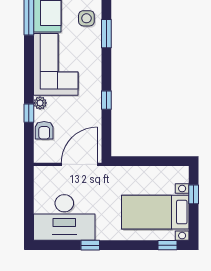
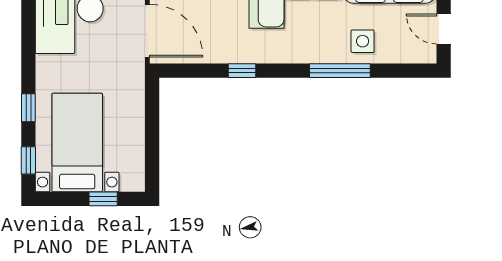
window: (106, 34) -> (340, 71), width x1.44
window: (90, 245) -> (28, 108), moved

